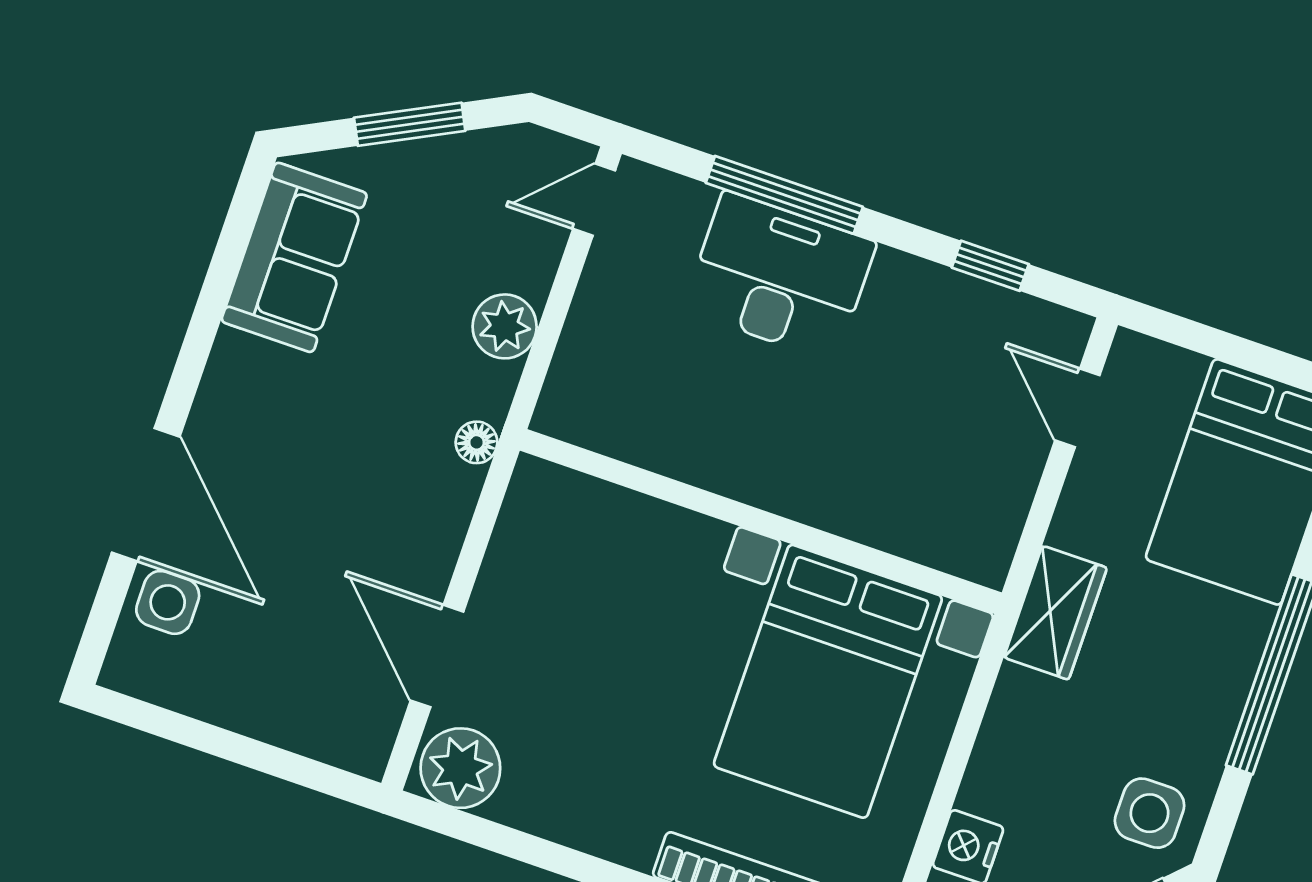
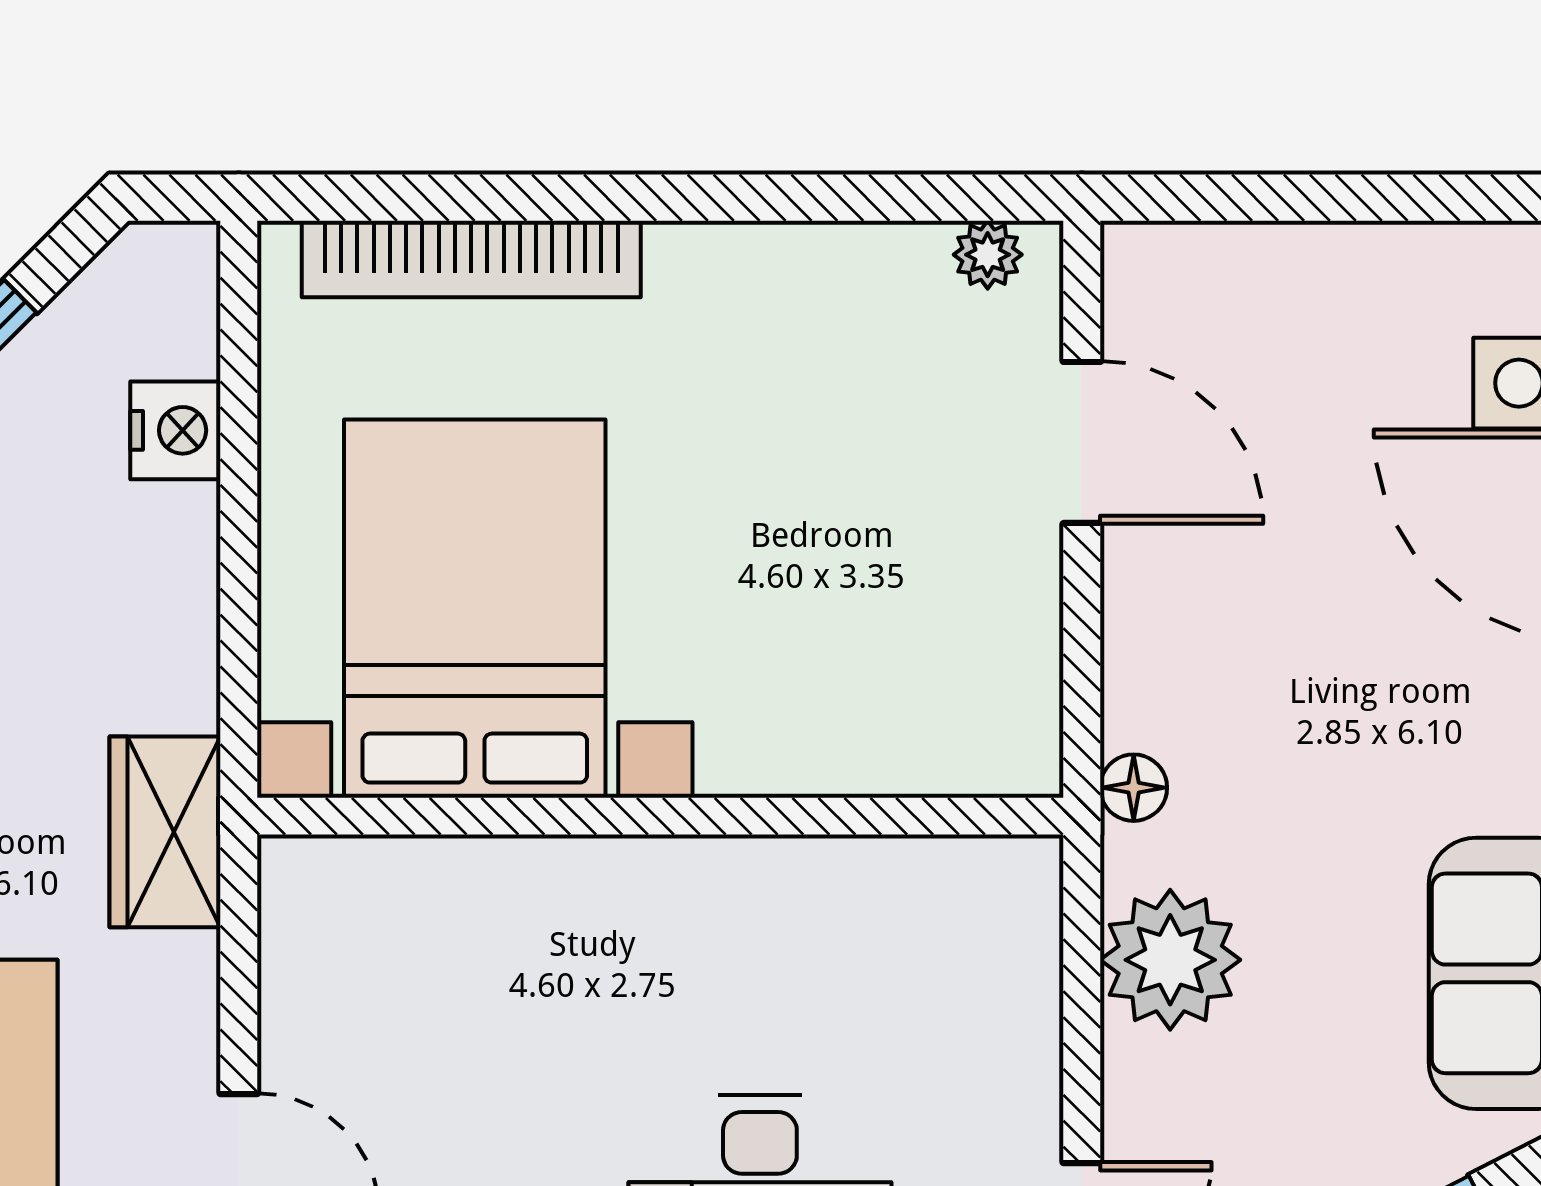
plant: (505, 326) -> (1170, 960), width x1.36, depth x1.36
plant: (460, 768) -> (988, 255), width x0.53, depth x0.53

